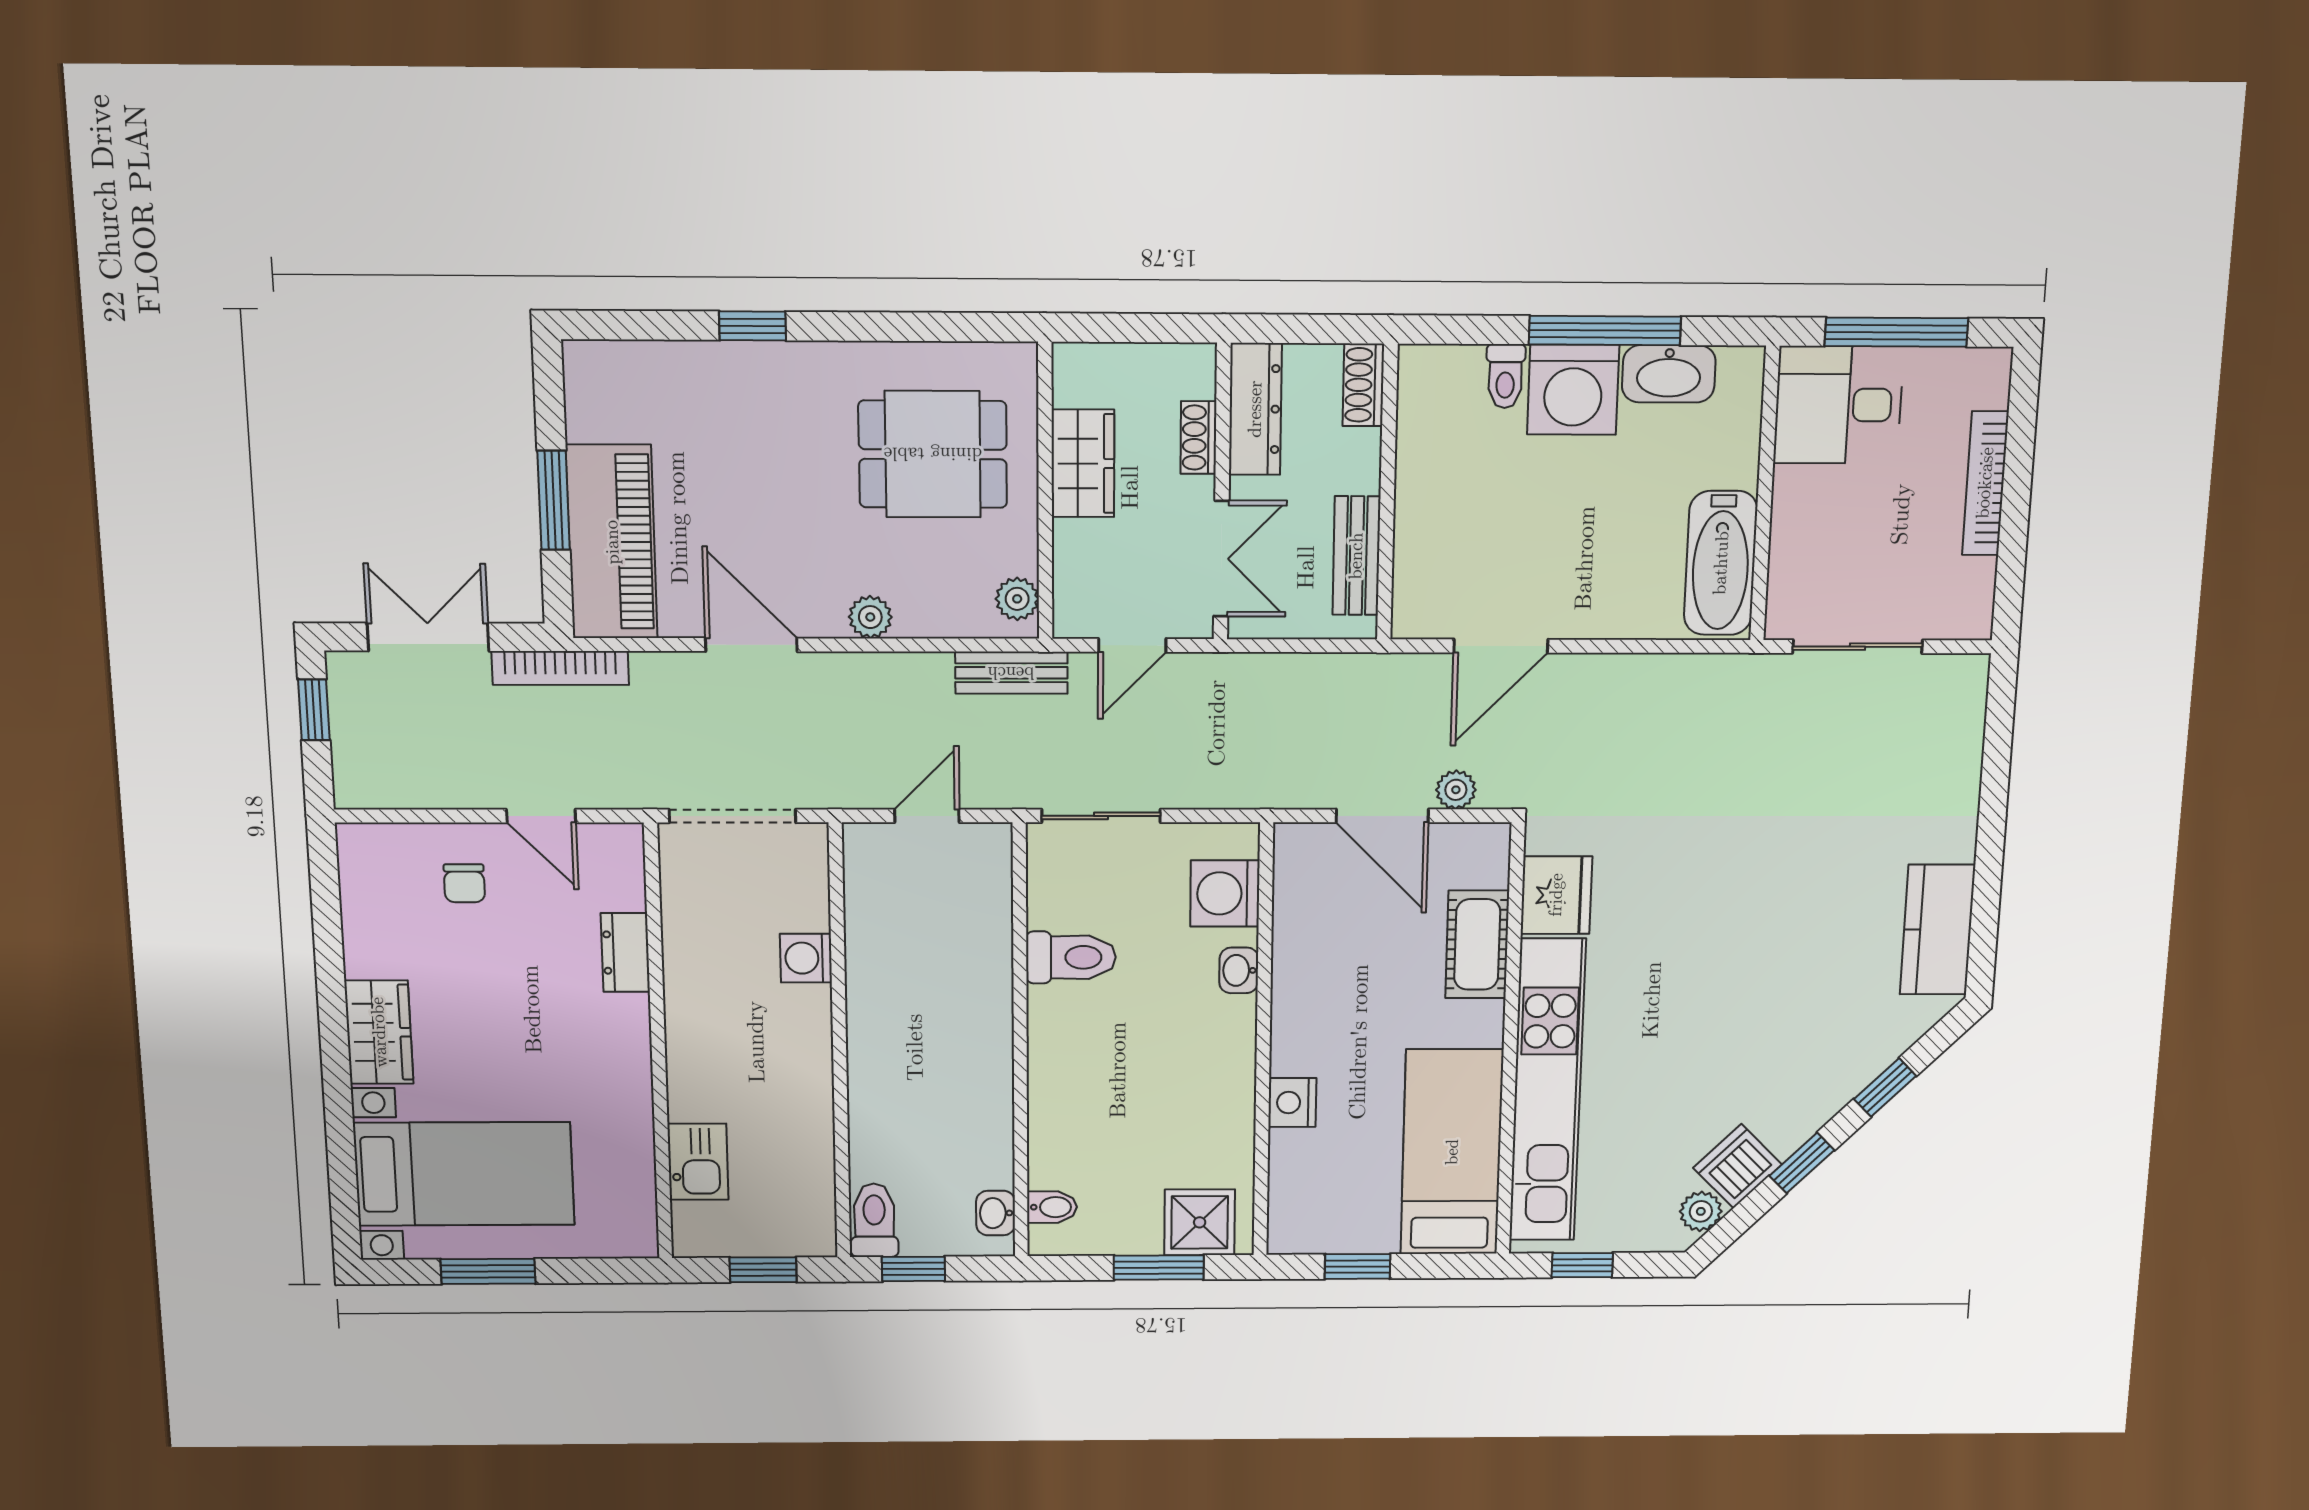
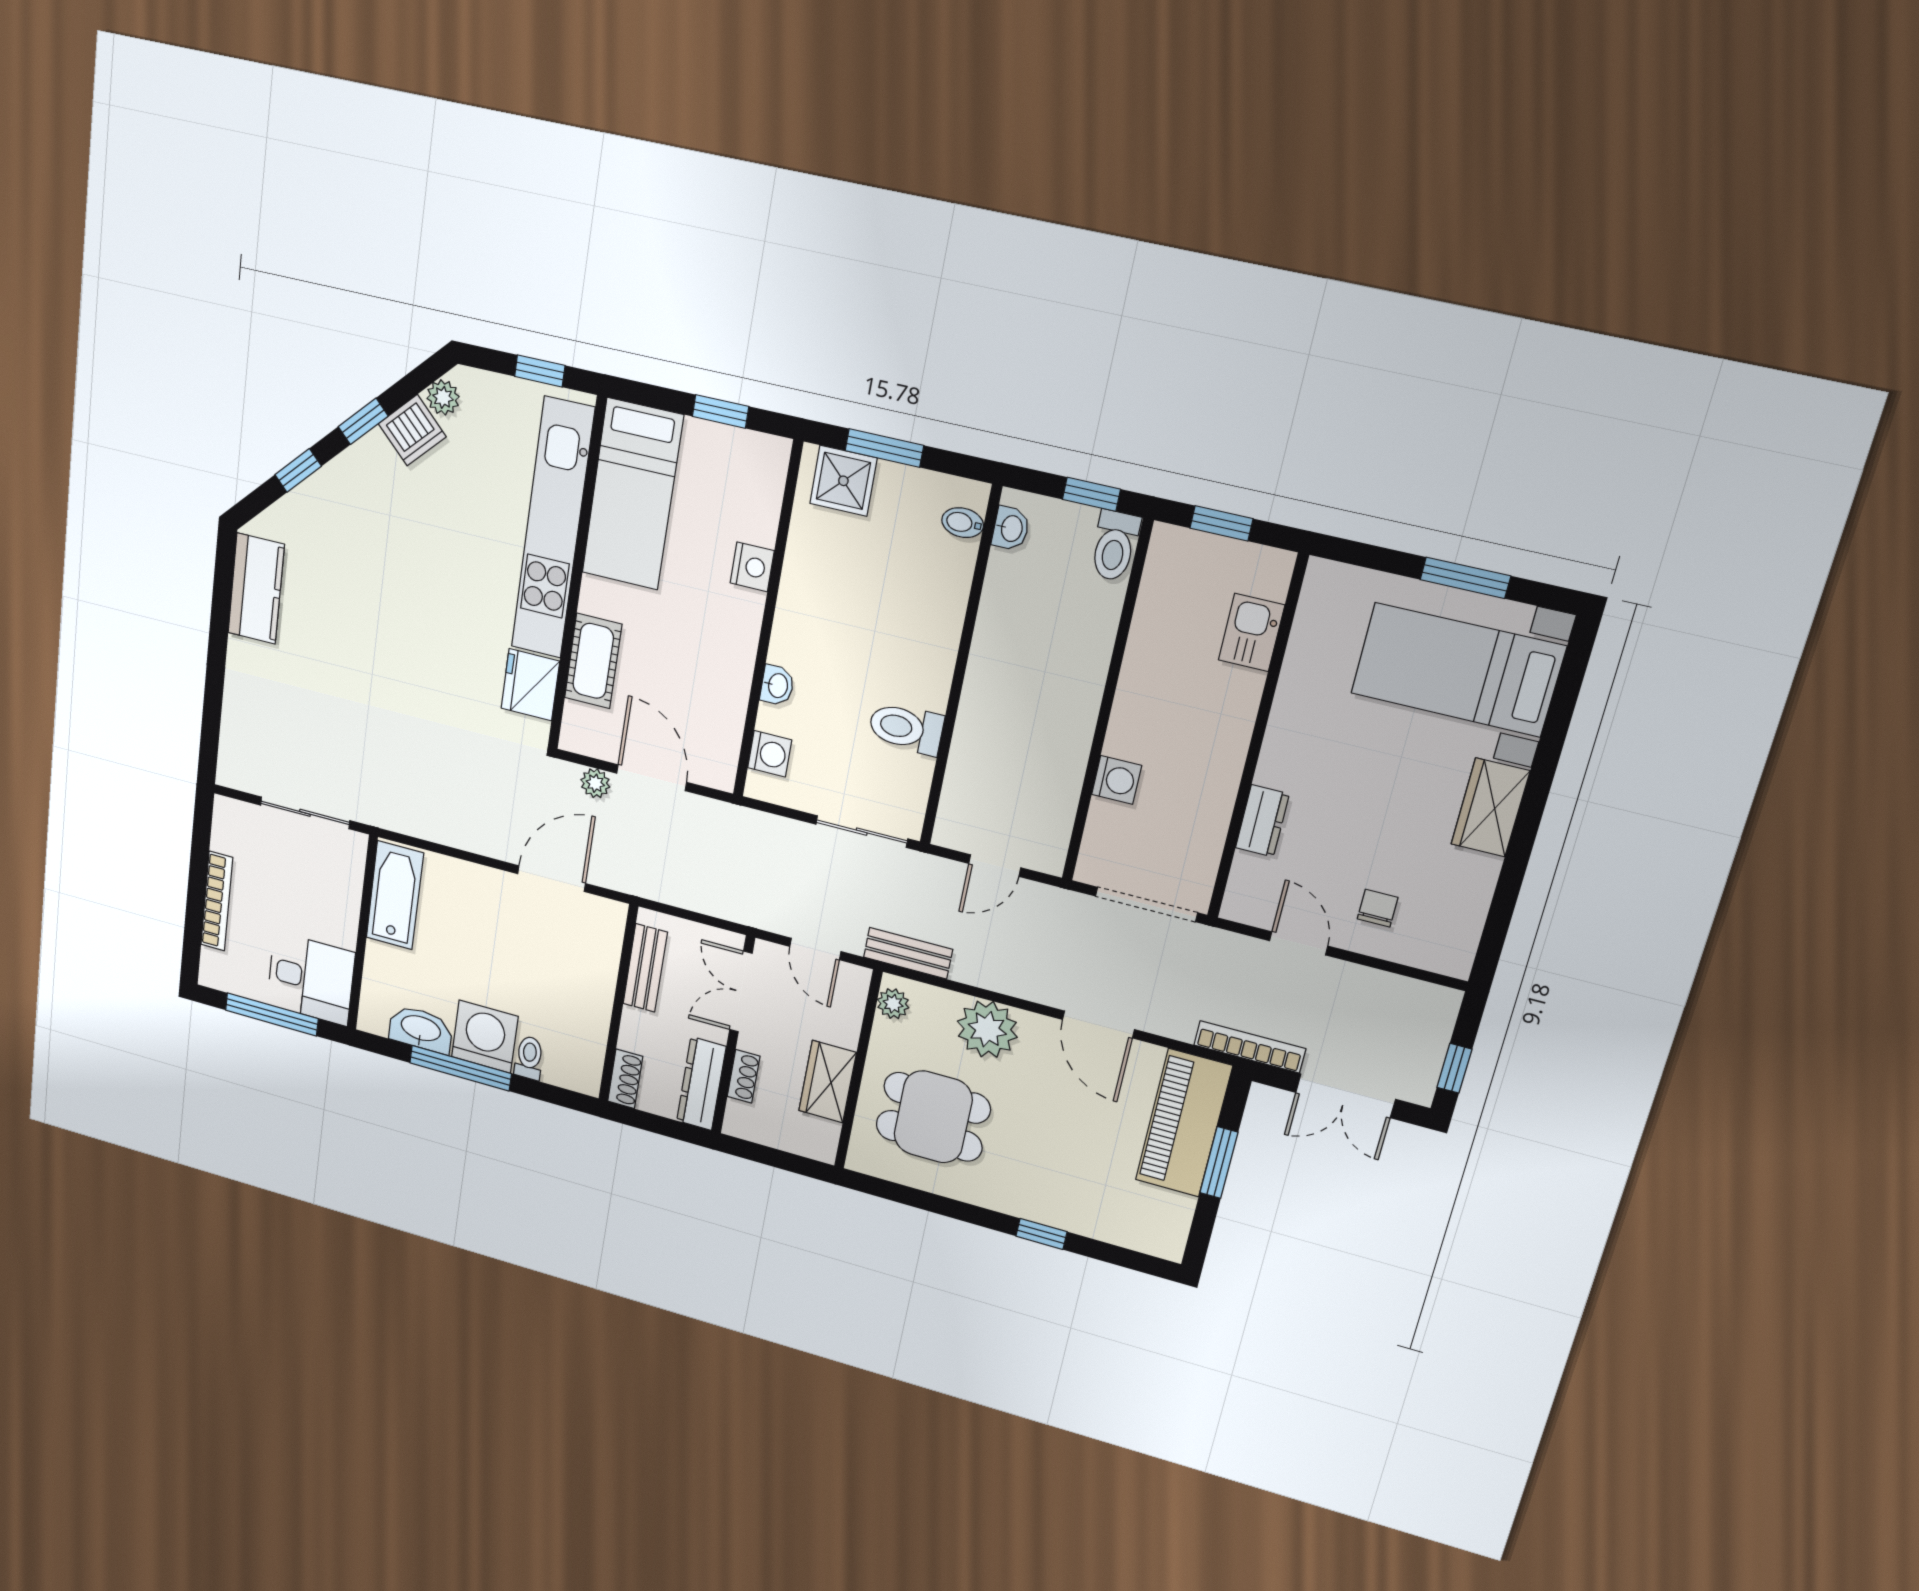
plant: (870, 617) -> (987, 1029), width x1.88, depth x1.88
door: (1132, 645) -> (815, 949), swing flipped
washing machine: (1225, 893) -> (770, 754), width x0.73, depth x0.73

